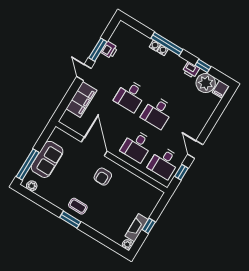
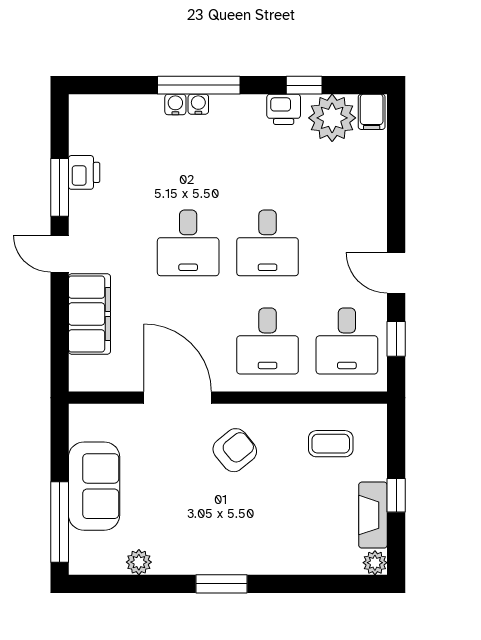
armchair: (103, 177) -> (235, 450), turned -129
plant: (32, 186) -> (139, 562), moved
coffee table: (78, 206) -> (331, 444), moved

